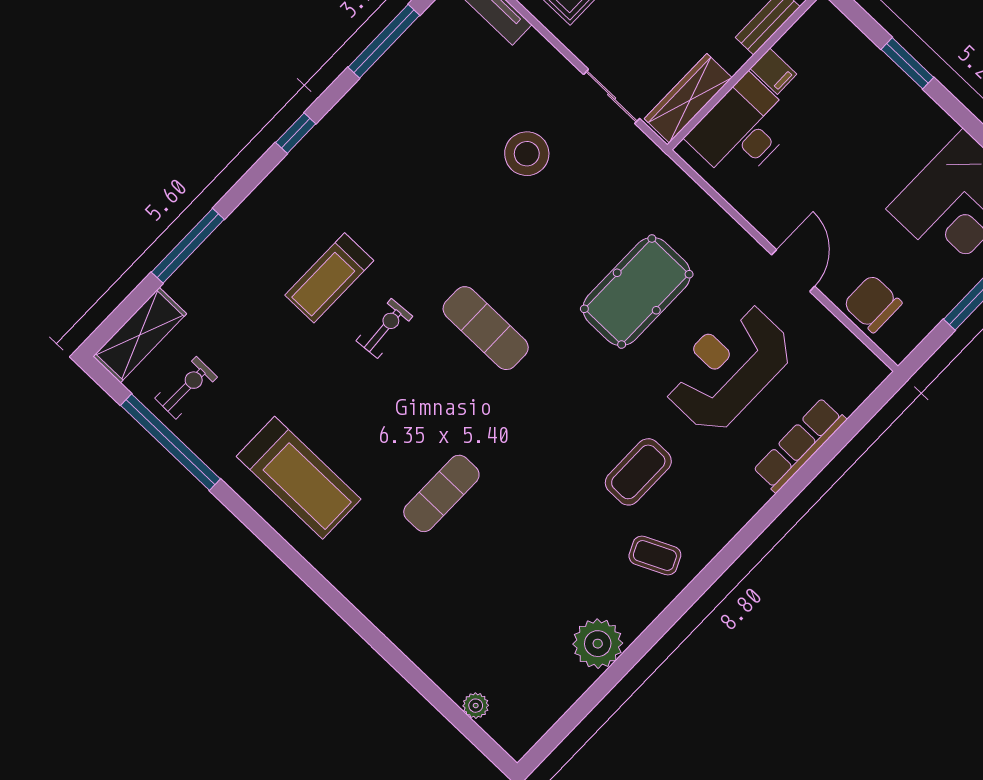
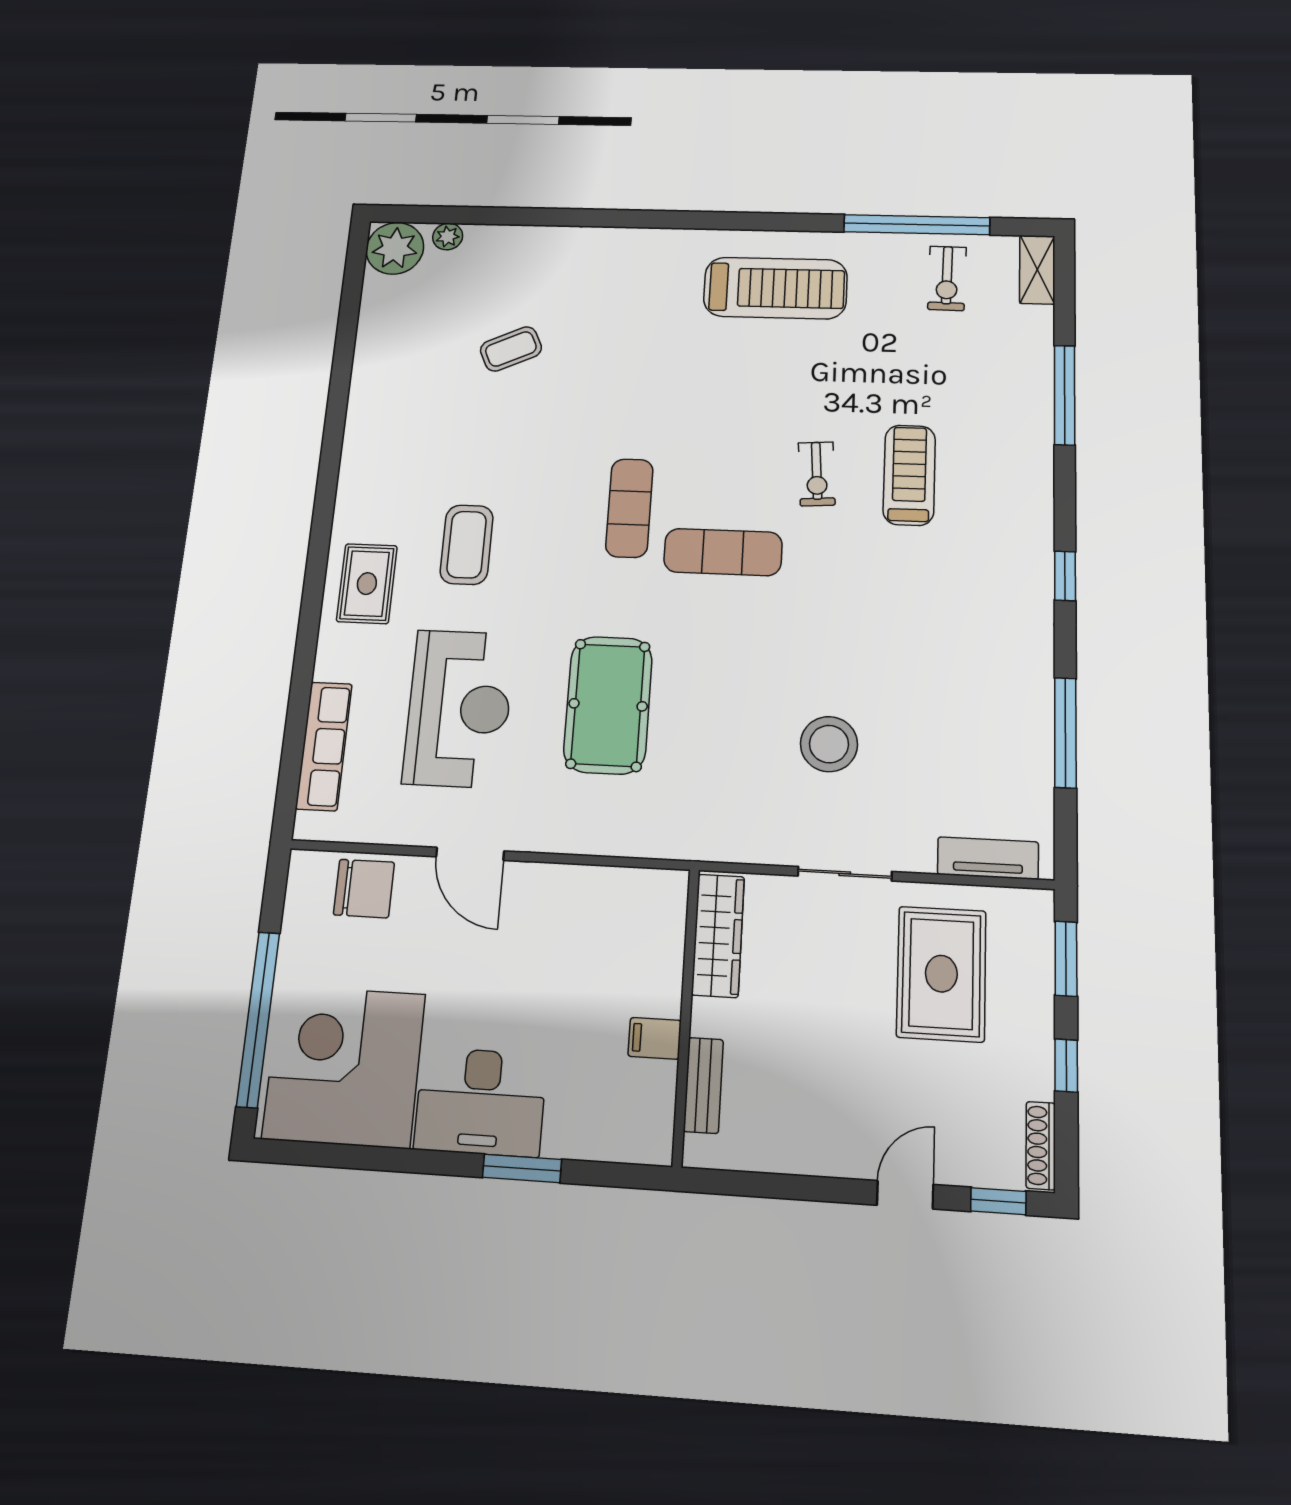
sliding door: (612, 96) -> (845, 874), moved
desk: (742, 130) -> (480, 1102), moved, turned 90
shelving: (140, 335) -> (1037, 270), width x0.67, depth x0.75
row of seats: (800, 445) -> (324, 746), moved
treadmill: (299, 478) -> (775, 288), turned 180
exercise mat: (441, 493) -> (629, 508), moved
rug: (721, 500) -> (367, 584), added
coffee table: (655, 556) -> (511, 349), moved
plant: (598, 644) -> (395, 248), moved

